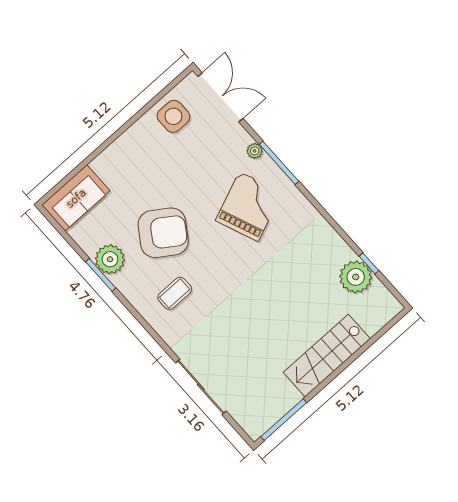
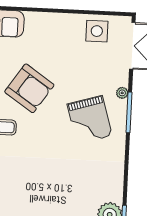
grand piano: (249, 206) -> (90, 120), turned 95

